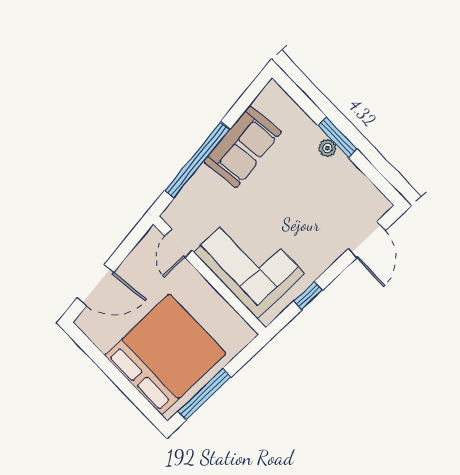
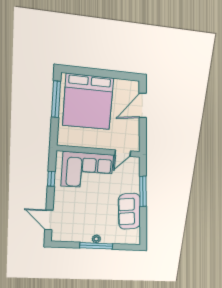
window: (337, 137) -> (96, 246), width x1.44
window: (197, 160) -> (143, 191), width x0.68
door: (178, 243) -> (123, 153), swing flipped

